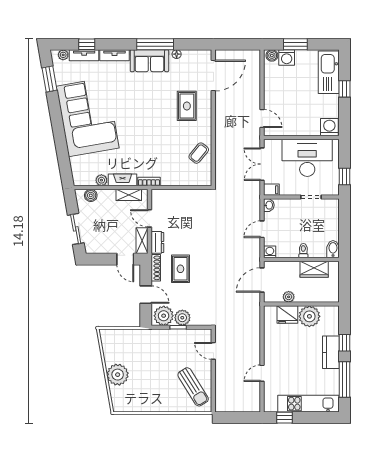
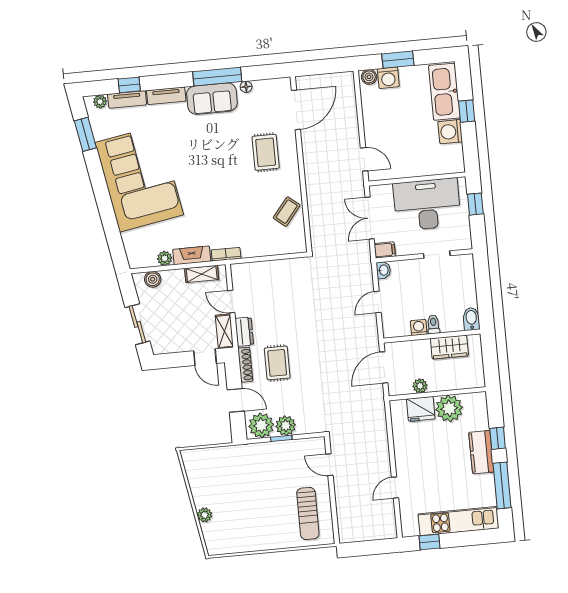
washing machine: (329, 127) -> (450, 132), moved, turned -90
window: (344, 177) -> (475, 204), moved
washing machine: (270, 252) -> (419, 327), moved
plant: (118, 375) -> (205, 515), width x0.53, depth x0.53
sun lounger: (193, 387) -> (308, 513), turned 32

